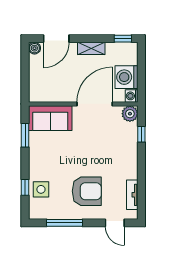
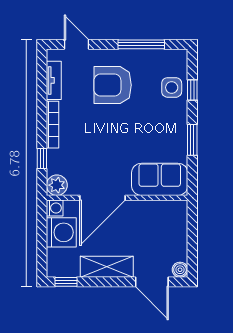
door: (56, 39) -> (152, 282), swing flipped
shelving: (91, 48) -> (107, 267), width x1.50, depth x1.33
window: (25, 135) -> (192, 140), moved
bookcase: (133, 161) -> (53, 125), added

